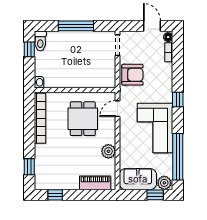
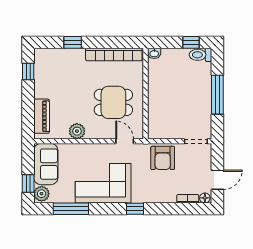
window: (178, 157) -> (71, 209), width x0.68
window: (29, 167) -> (73, 42), moved

